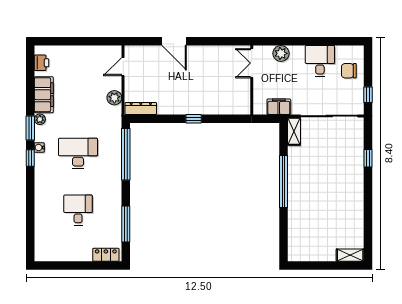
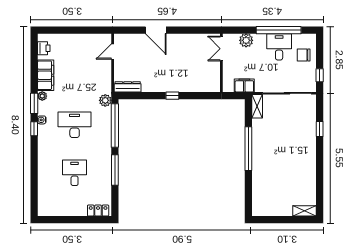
window: (319, 41) -> (279, 30), added
plant: (114, 98) -> (105, 100), moved
window: (126, 224) -> (115, 170), moved

